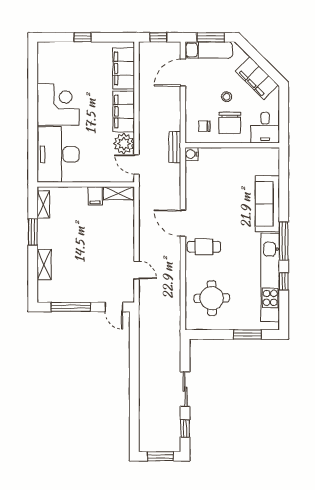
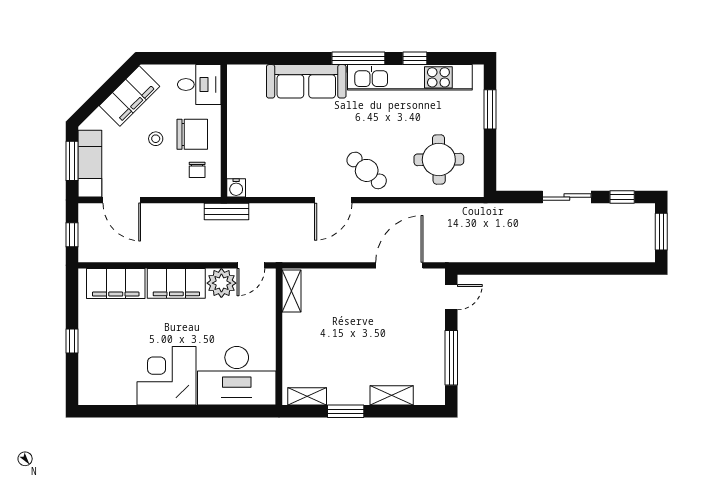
filing cabinet: (95, 196) -> (295, 323), removed
cafe table: (204, 247) -> (367, 170), turned -48
door: (136, 270) -> (399, 265), width x1.87

